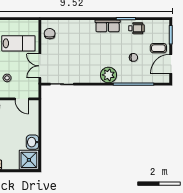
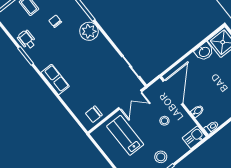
row of seats: (108, 26) -> (55, 79), moved
door: (22, 99) -> (173, 92), width x1.88

